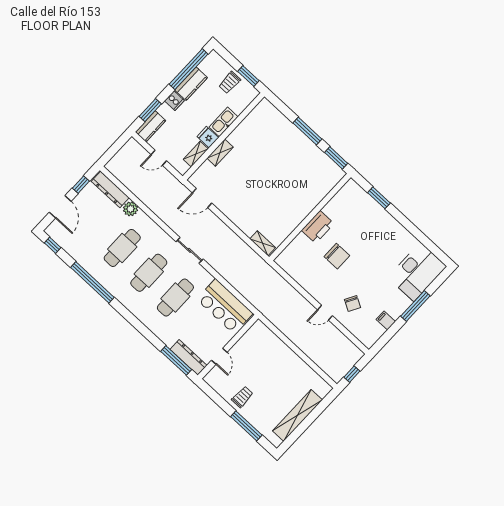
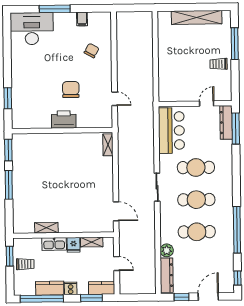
shelving: (220, 153) -> (46, 228), moved
door: (325, 313) -> (115, 99), moved
window: (352, 374) -> (137, 8), removed

